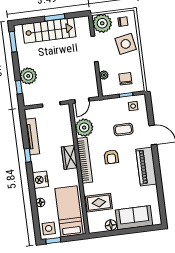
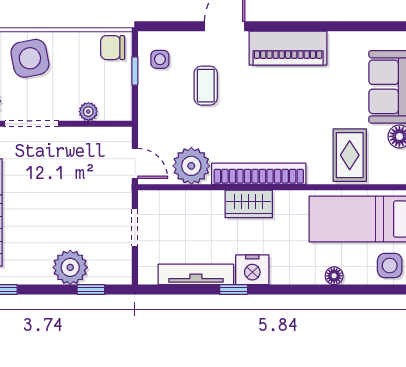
chair: (125, 79) -> (113, 48), moved
armchair: (111, 157) -> (259, 118), removed
nightstand: (40, 180) -> (252, 270), moved

